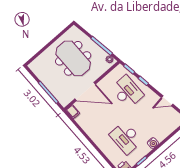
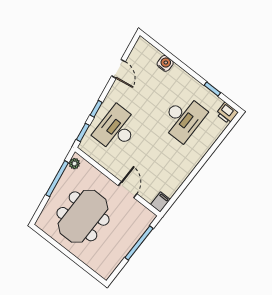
door: (85, 91) -> (128, 190), width x0.53
water cooler: (153, 143) -> (165, 63), moved

